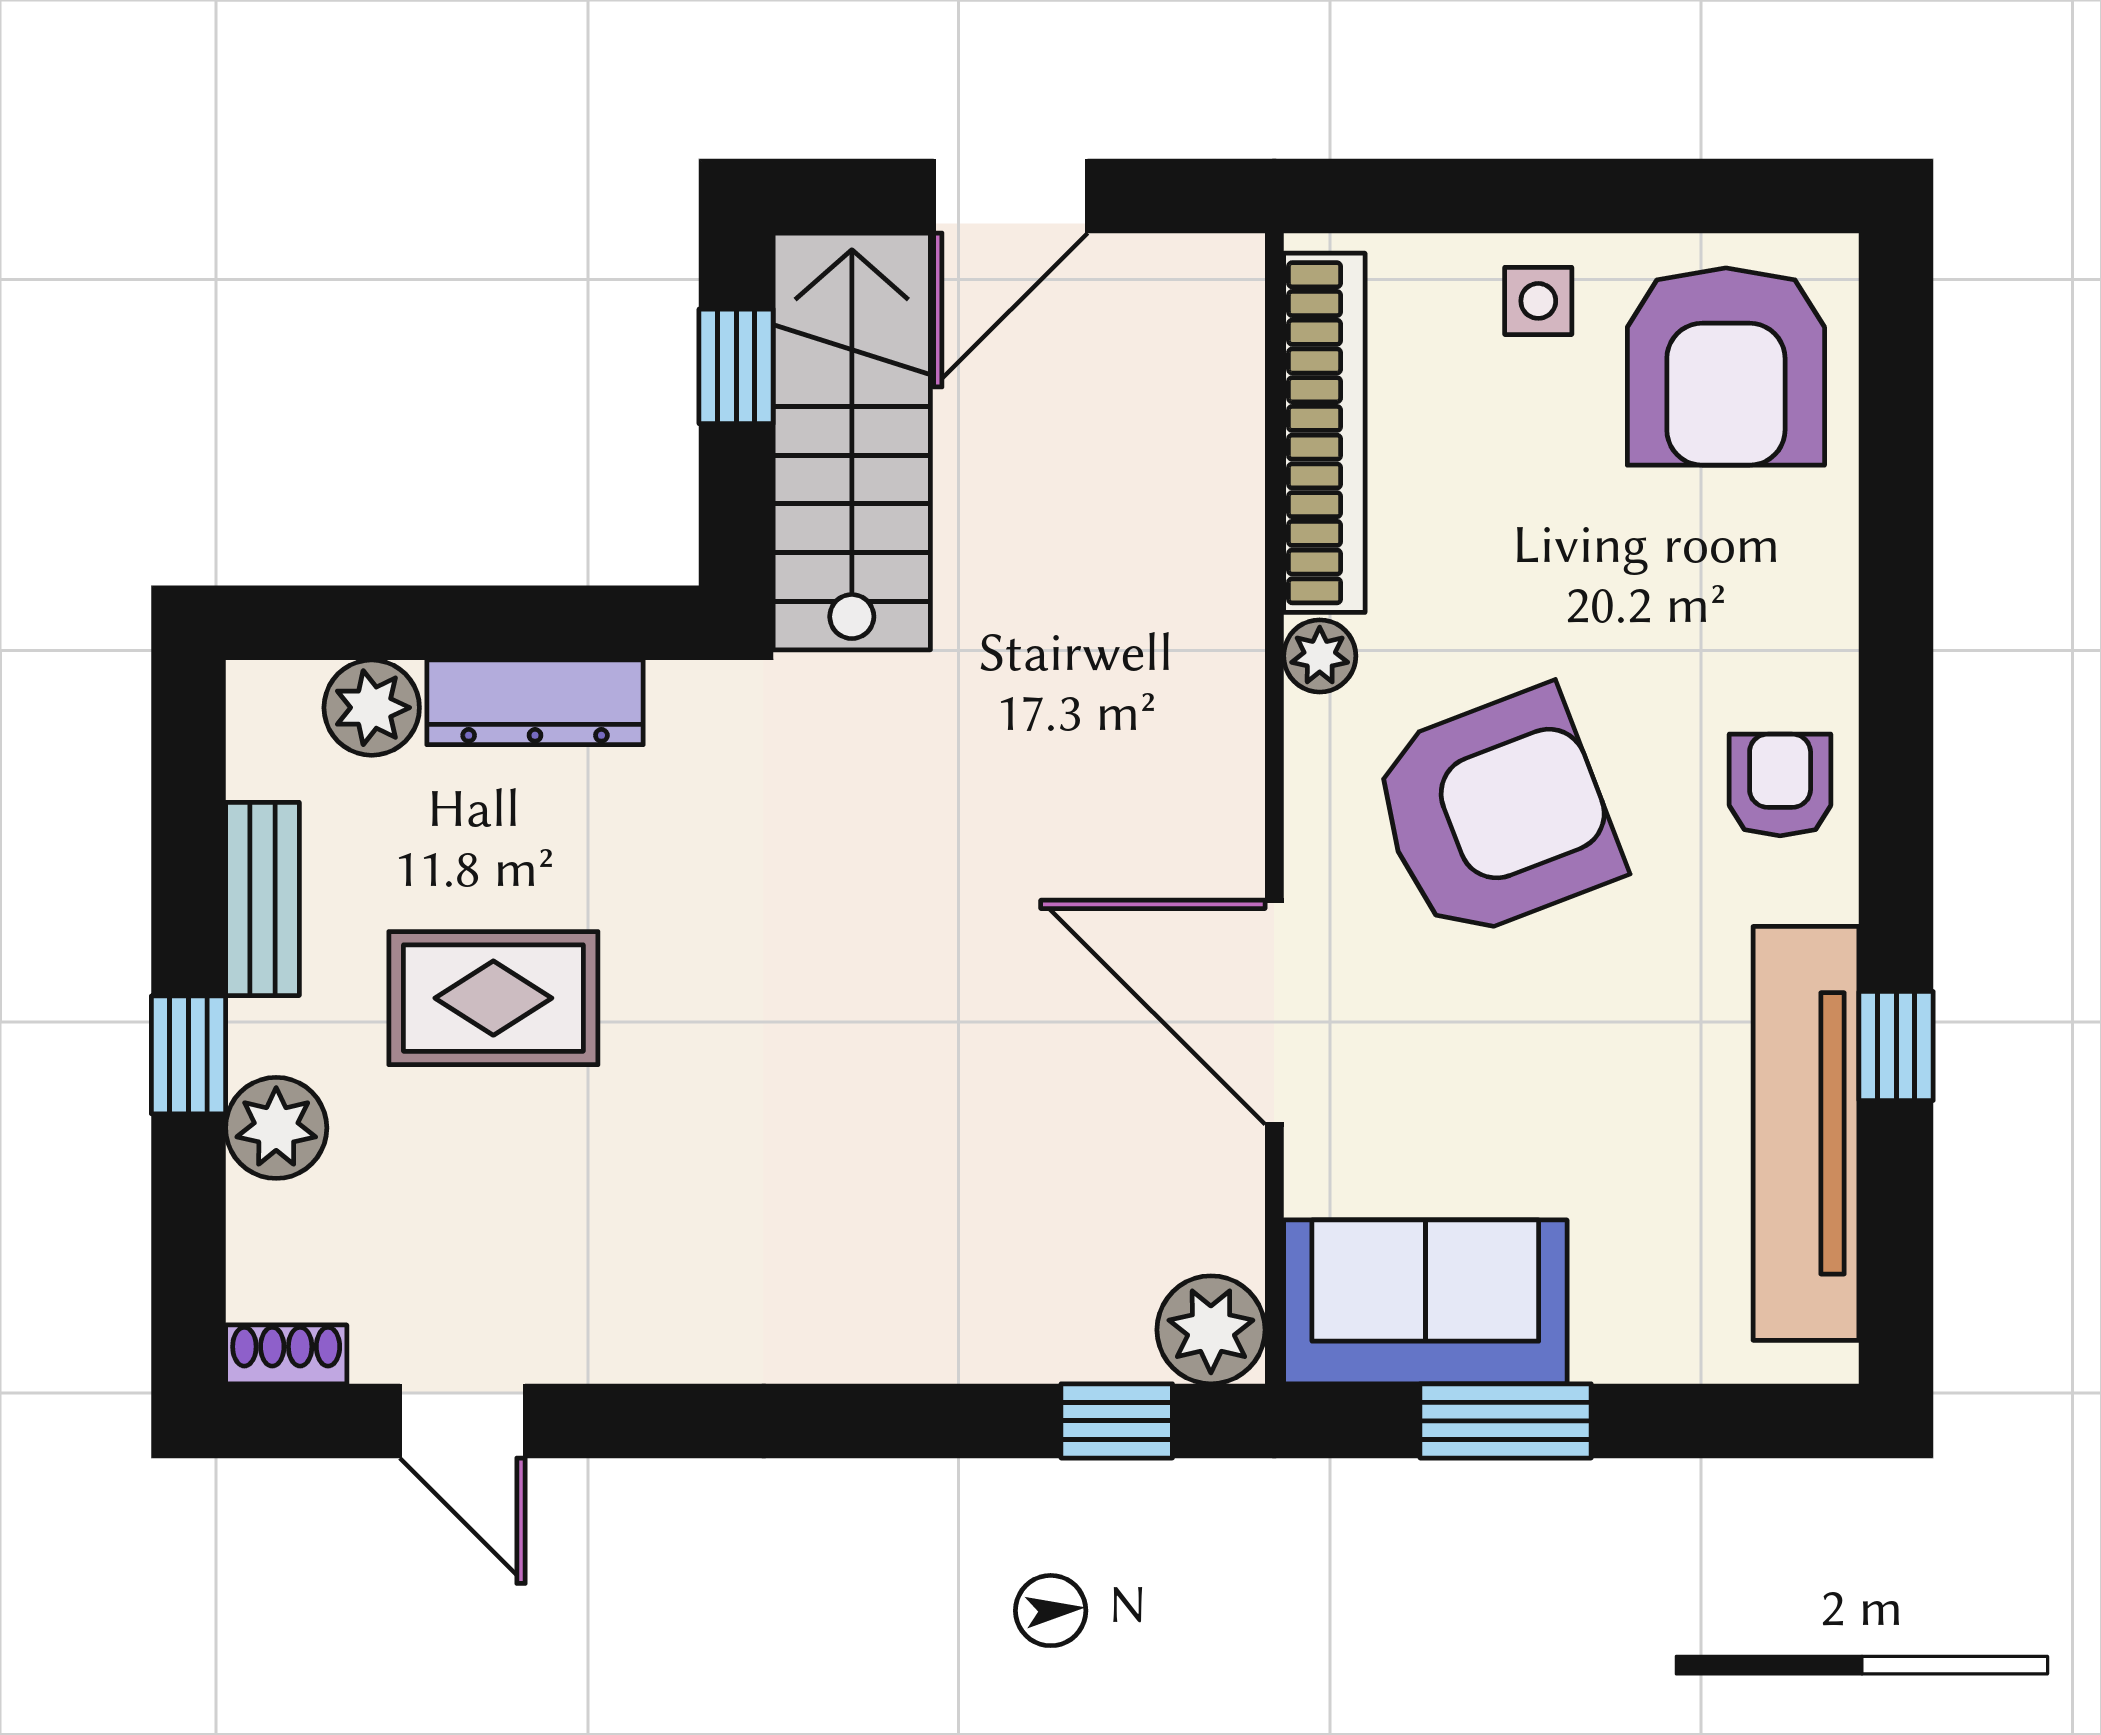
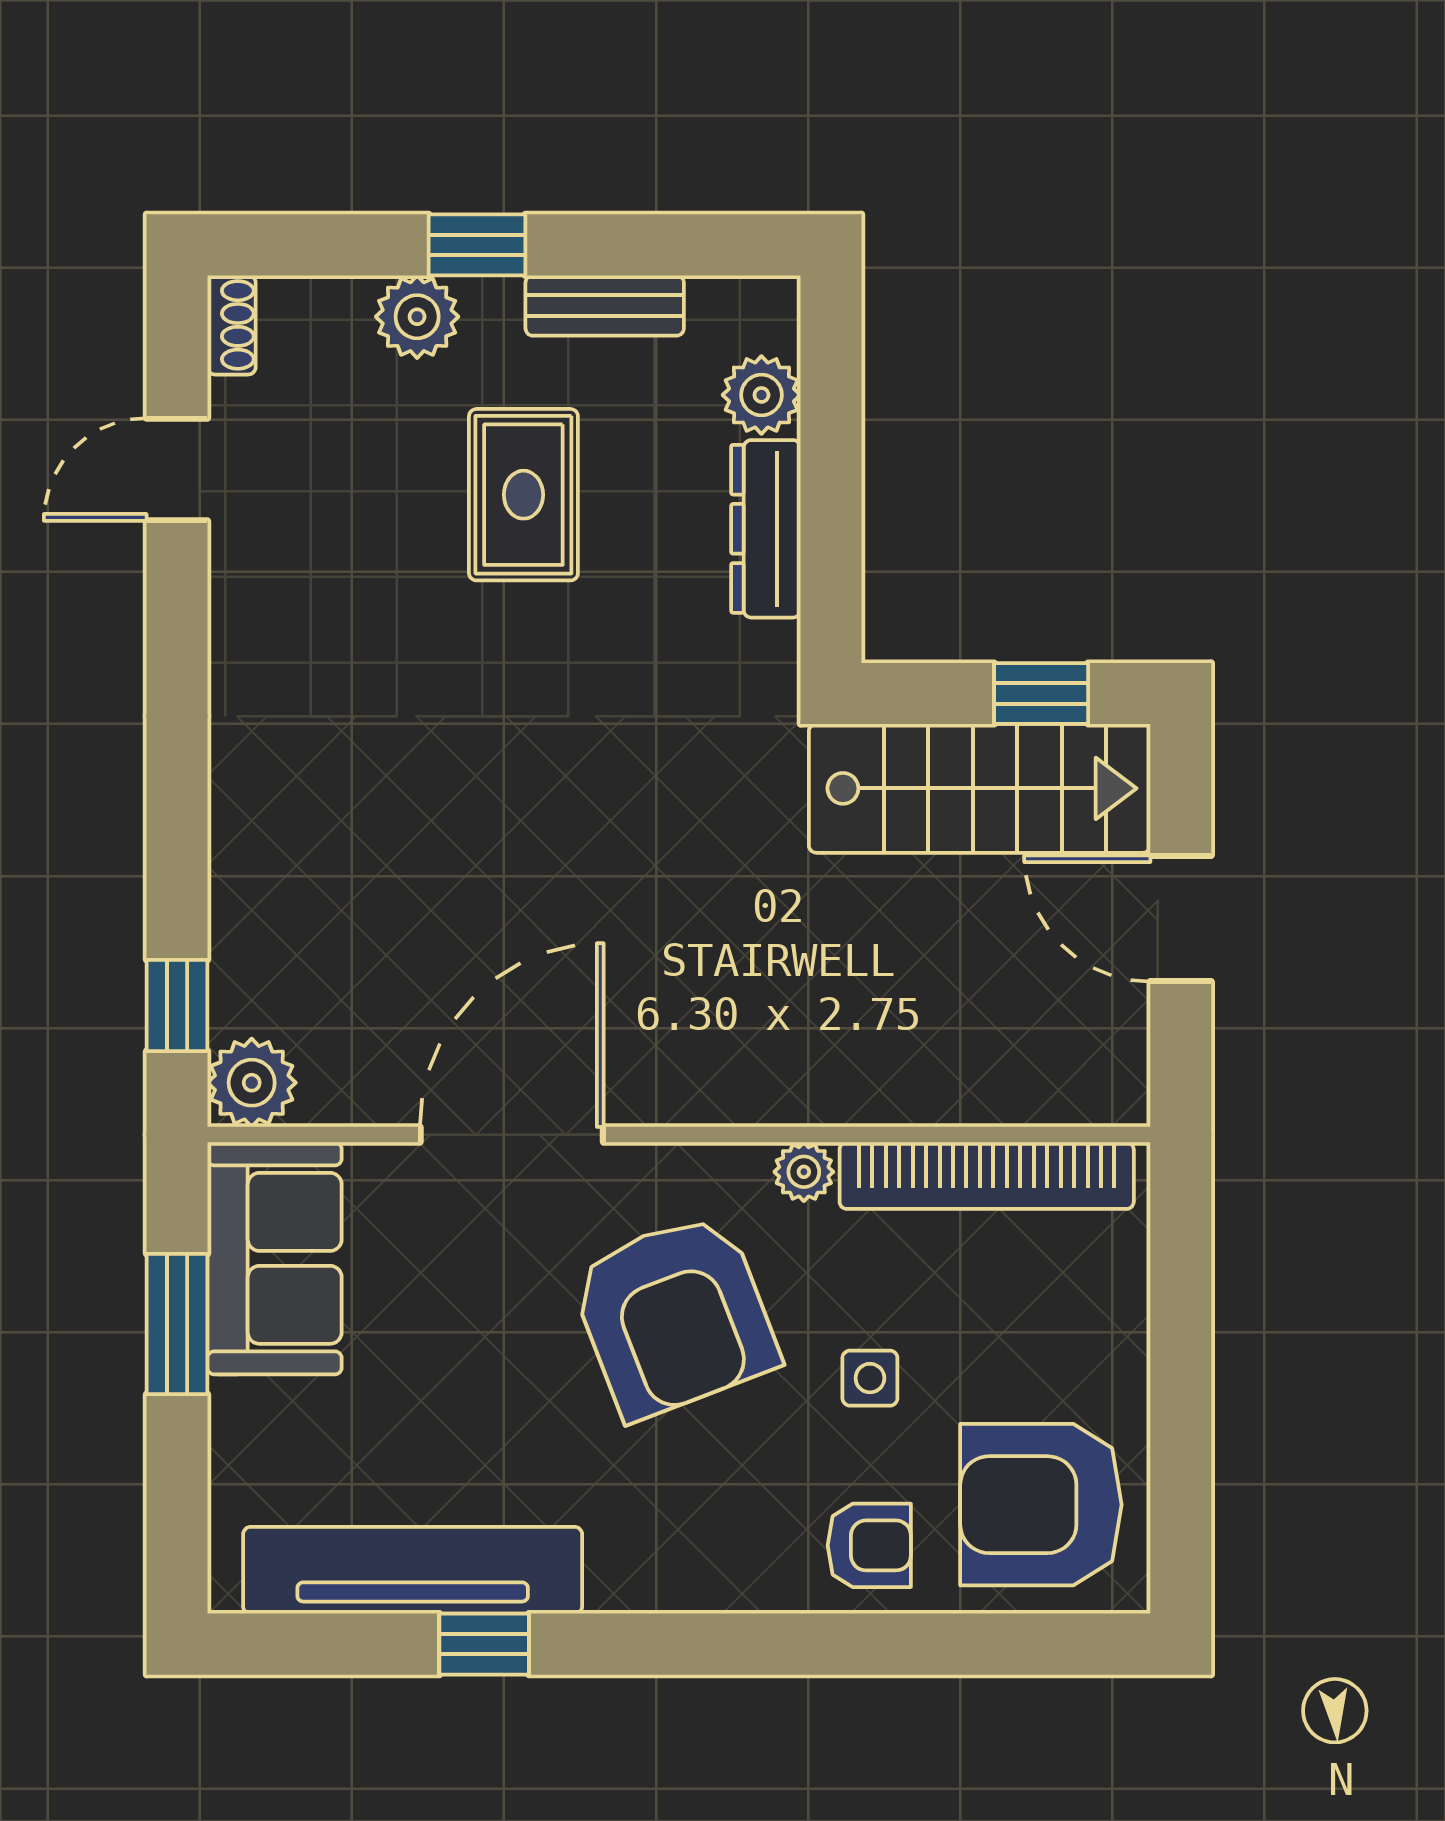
side table: (1538, 301) -> (870, 1378), moved
armchair: (1780, 785) -> (869, 1545), moved

